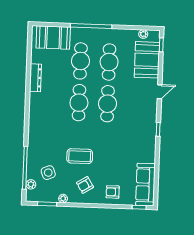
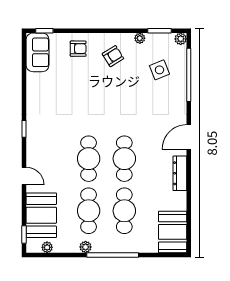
plant: (113, 33) -> (86, 247), added
booth: (53, 38) -> (173, 232), moved, turned 90
dresser: (35, 78) -> (180, 173), moved
door: (160, 92) -> (24, 176), swing flipped
door: (27, 118) -> (189, 137), added
coffee table: (80, 156) -> (121, 92), removed
plant: (31, 184) -> (181, 39), moved
sofa: (145, 185) -> (38, 52), width x0.73

